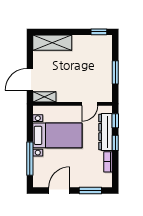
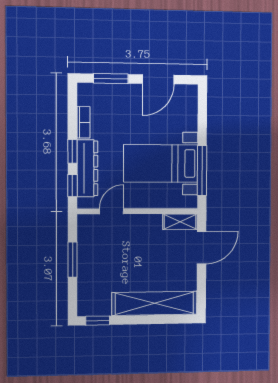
shelving: (52, 43) -> (155, 303), width x1.47
window: (30, 159) -> (202, 171), moved

